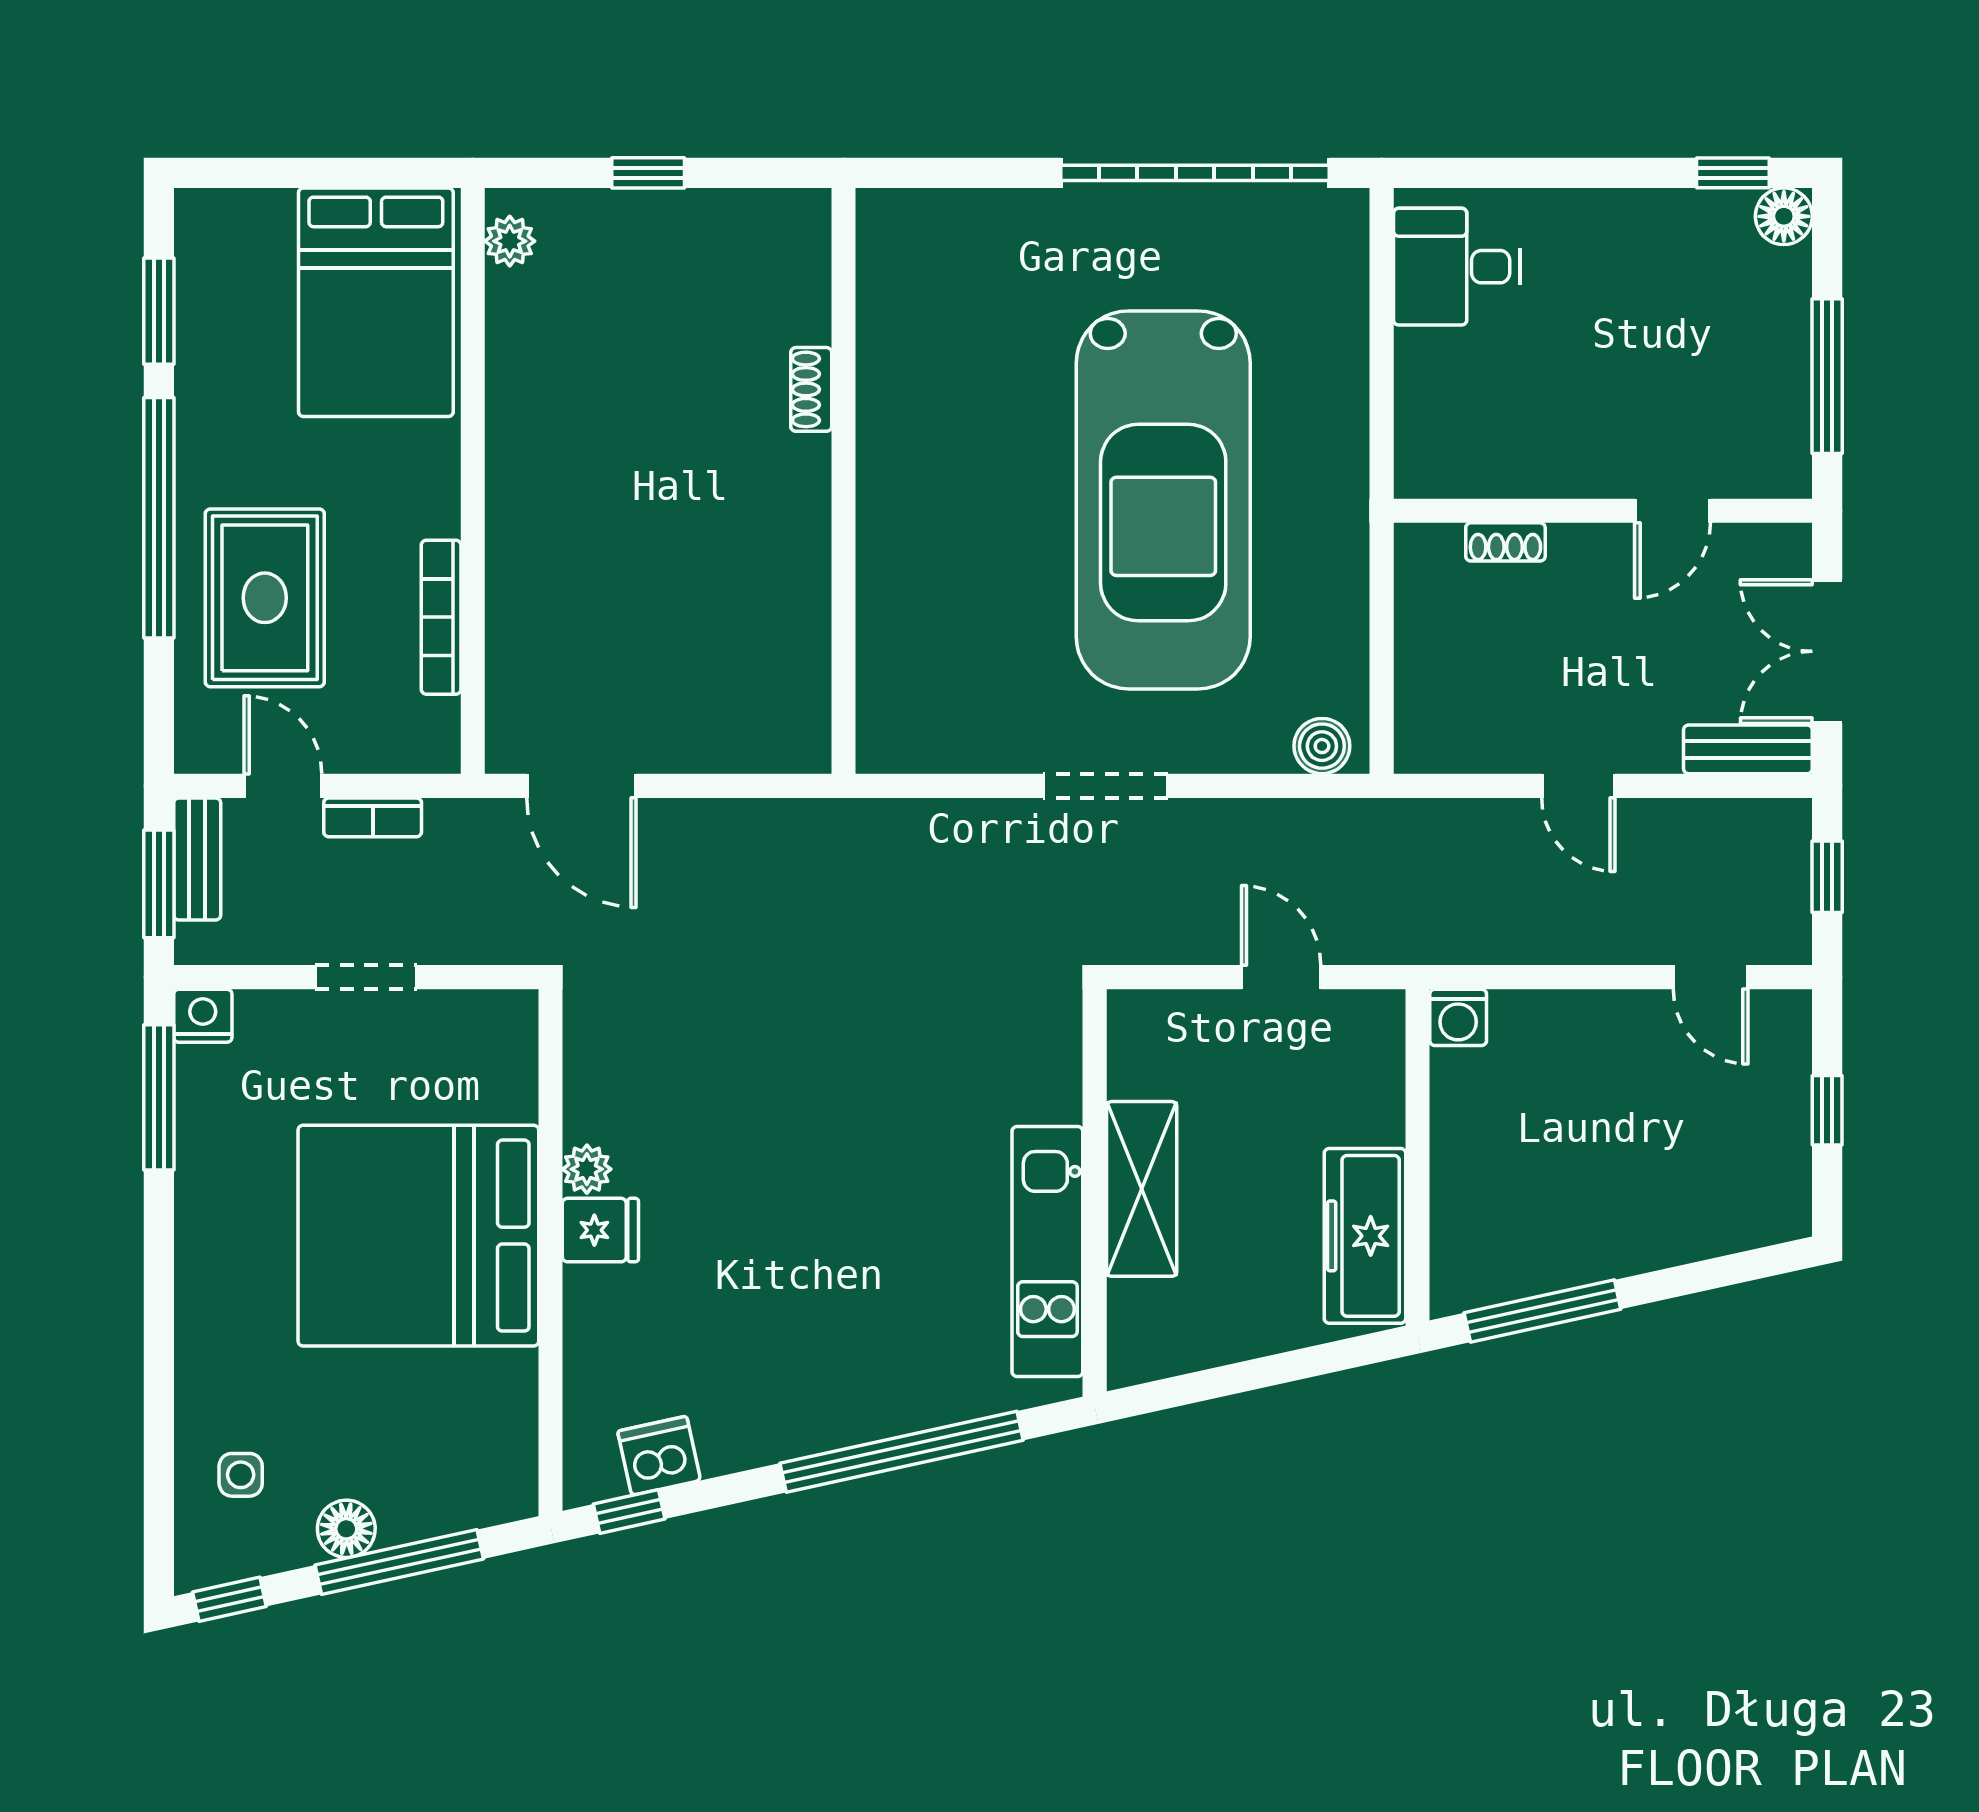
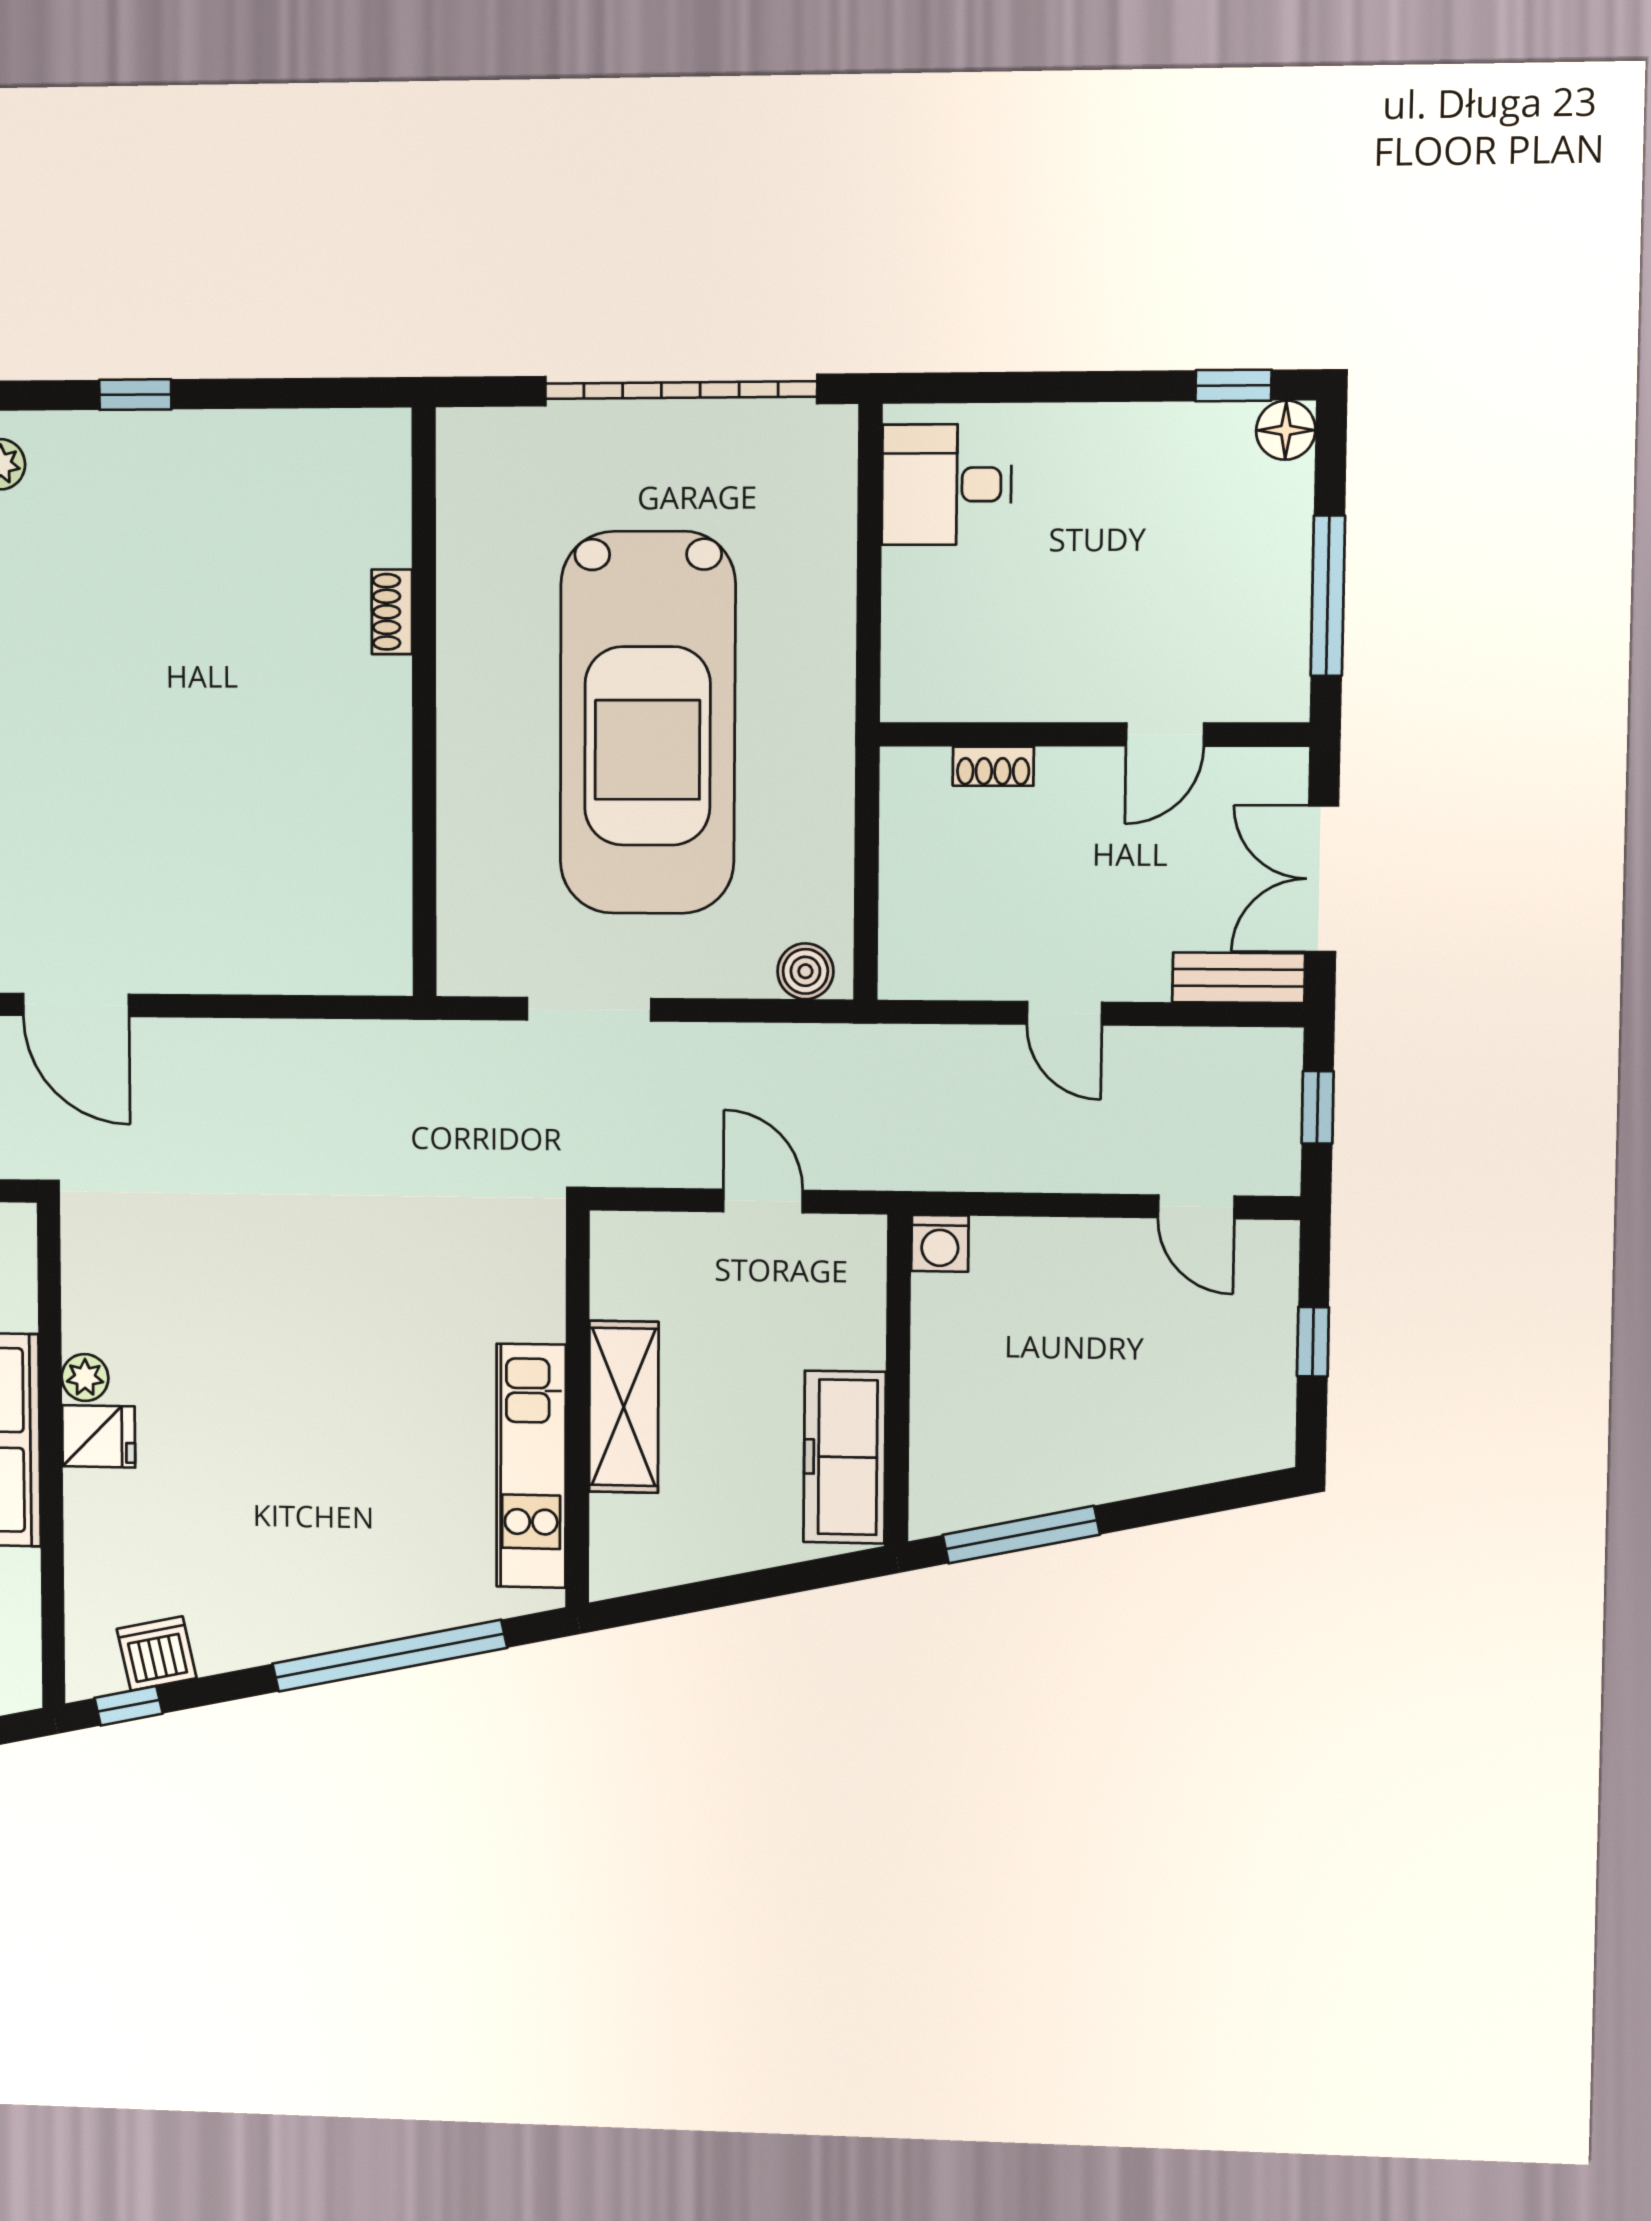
shoe rack: (811, 389) -> (392, 612), moved
wall: (843, 481) -> (424, 704), moved

